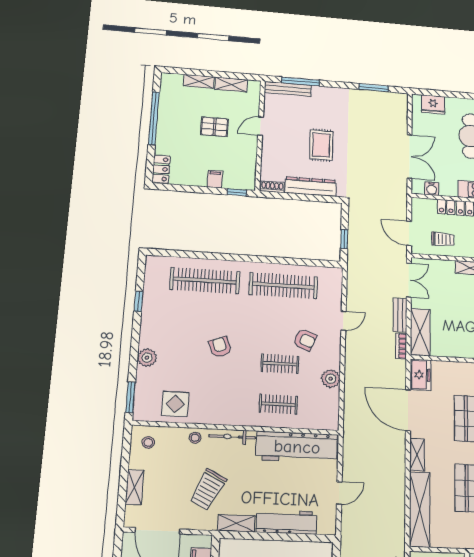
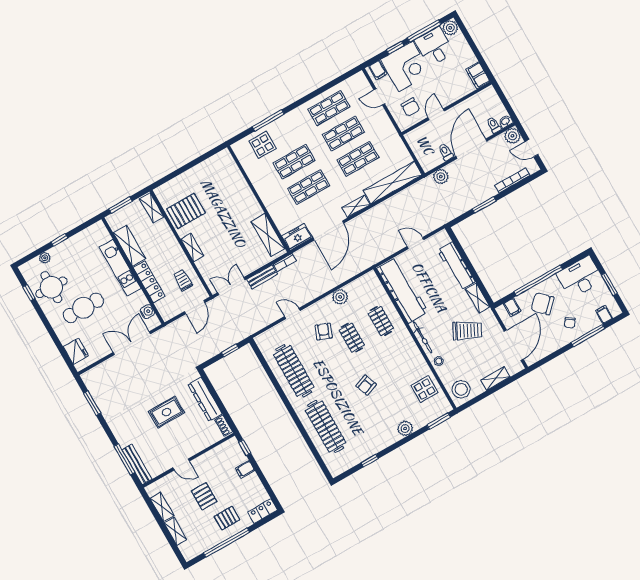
pallet: (178, 133) -> (227, 518), added
shelving: (420, 332) -> (268, 235), moved, turned 90
stool: (148, 442) -> (461, 389), width x1.89, depth x1.89

